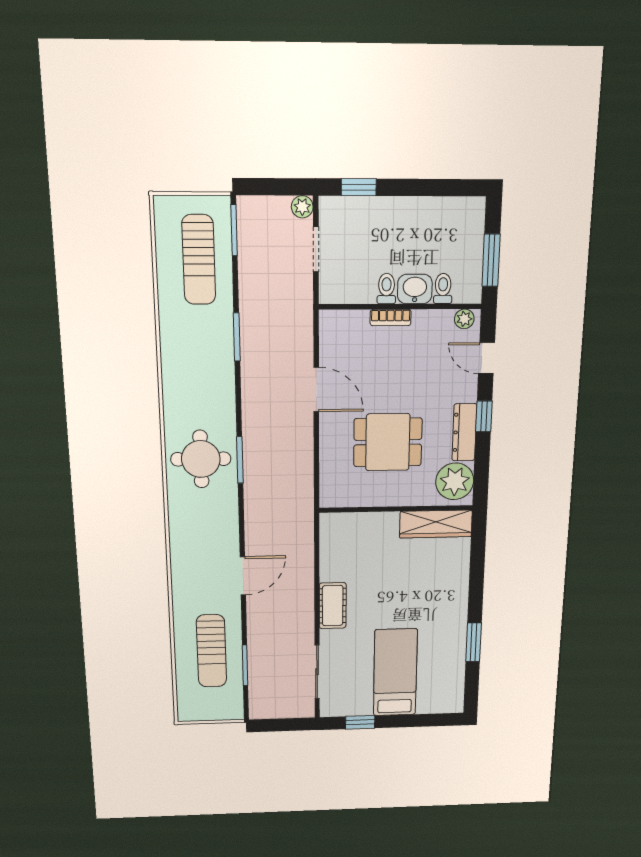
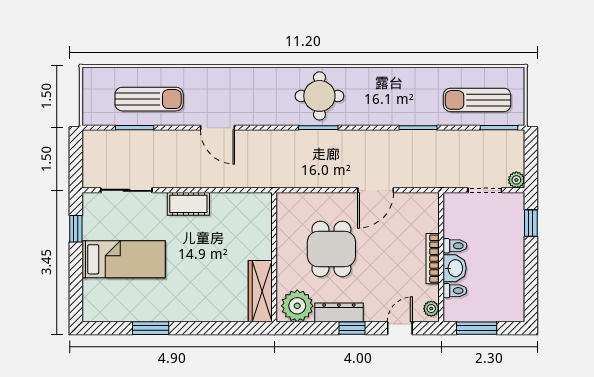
bookcase: (391, 318) -> (433, 259), width x1.56
sun lounger: (211, 651) -> (149, 99), turned 180

